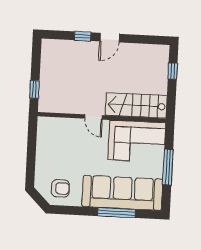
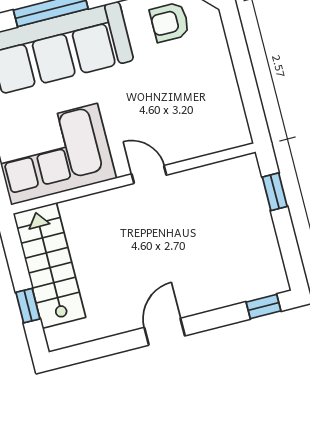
window: (83, 36) -> (263, 307), moved
stairs: (136, 105) -> (49, 265), moved, turned -90

